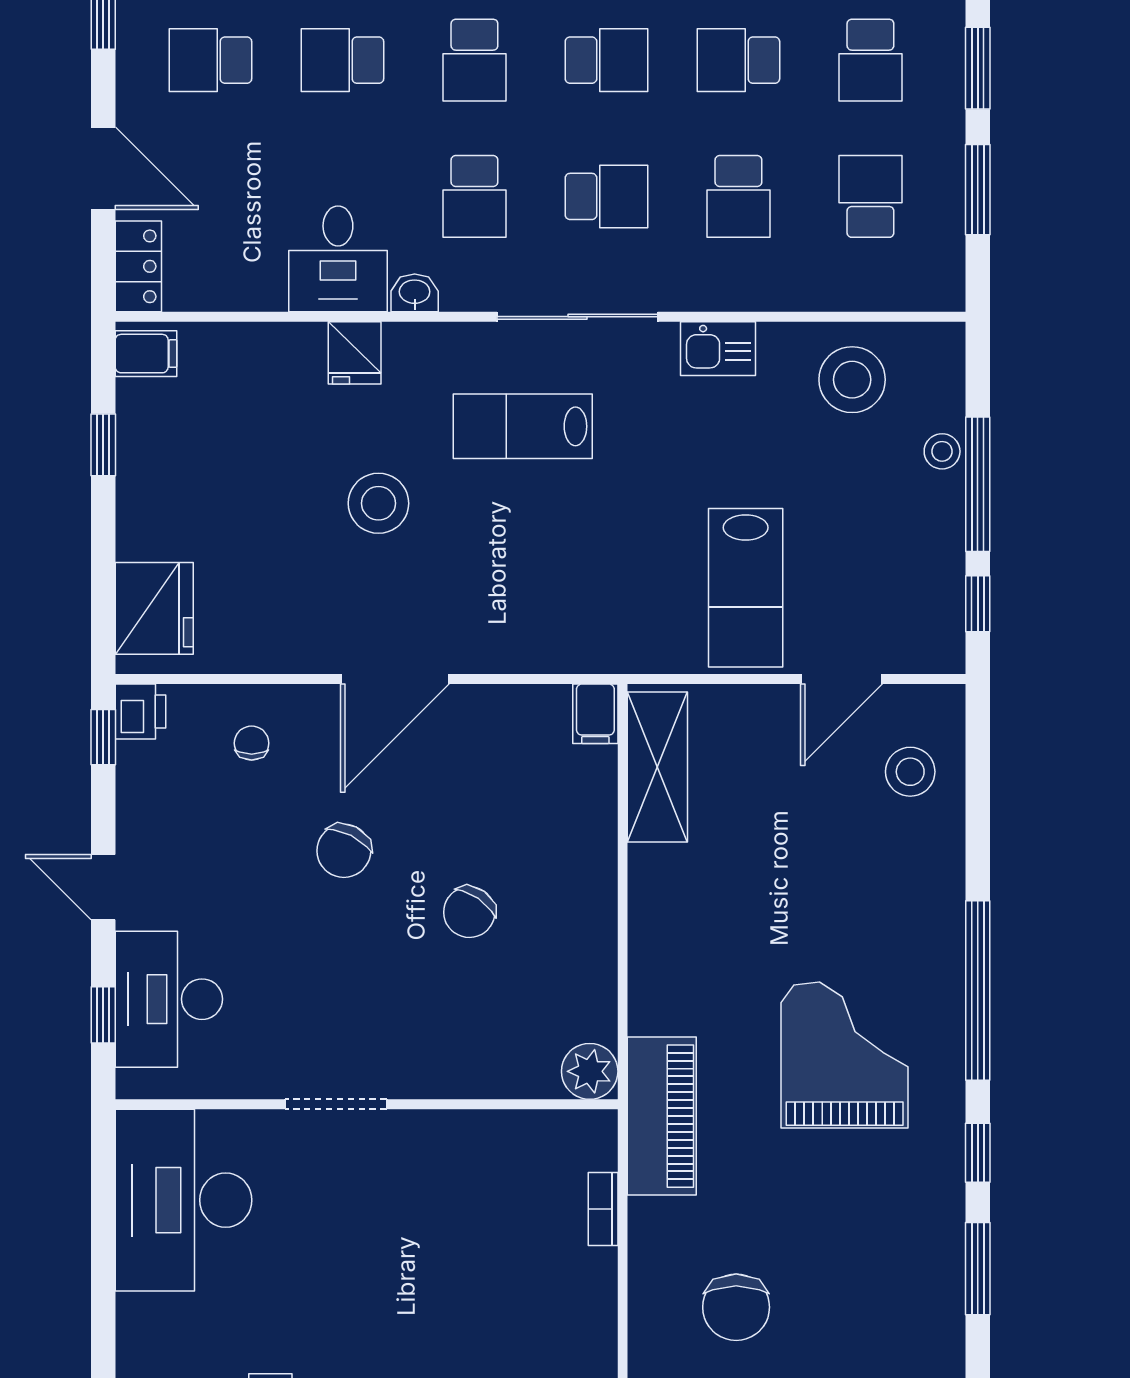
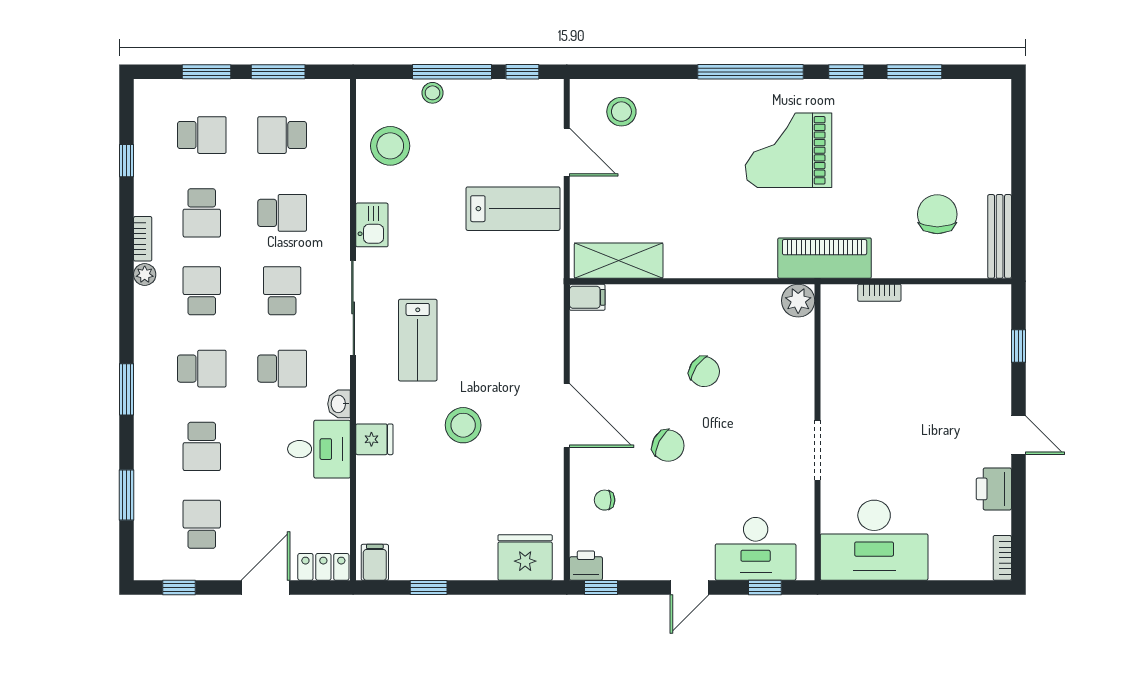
school desk: (210, 60) -> (202, 524), turned 180
chair: (736, 1307) -> (937, 214), turned -90

